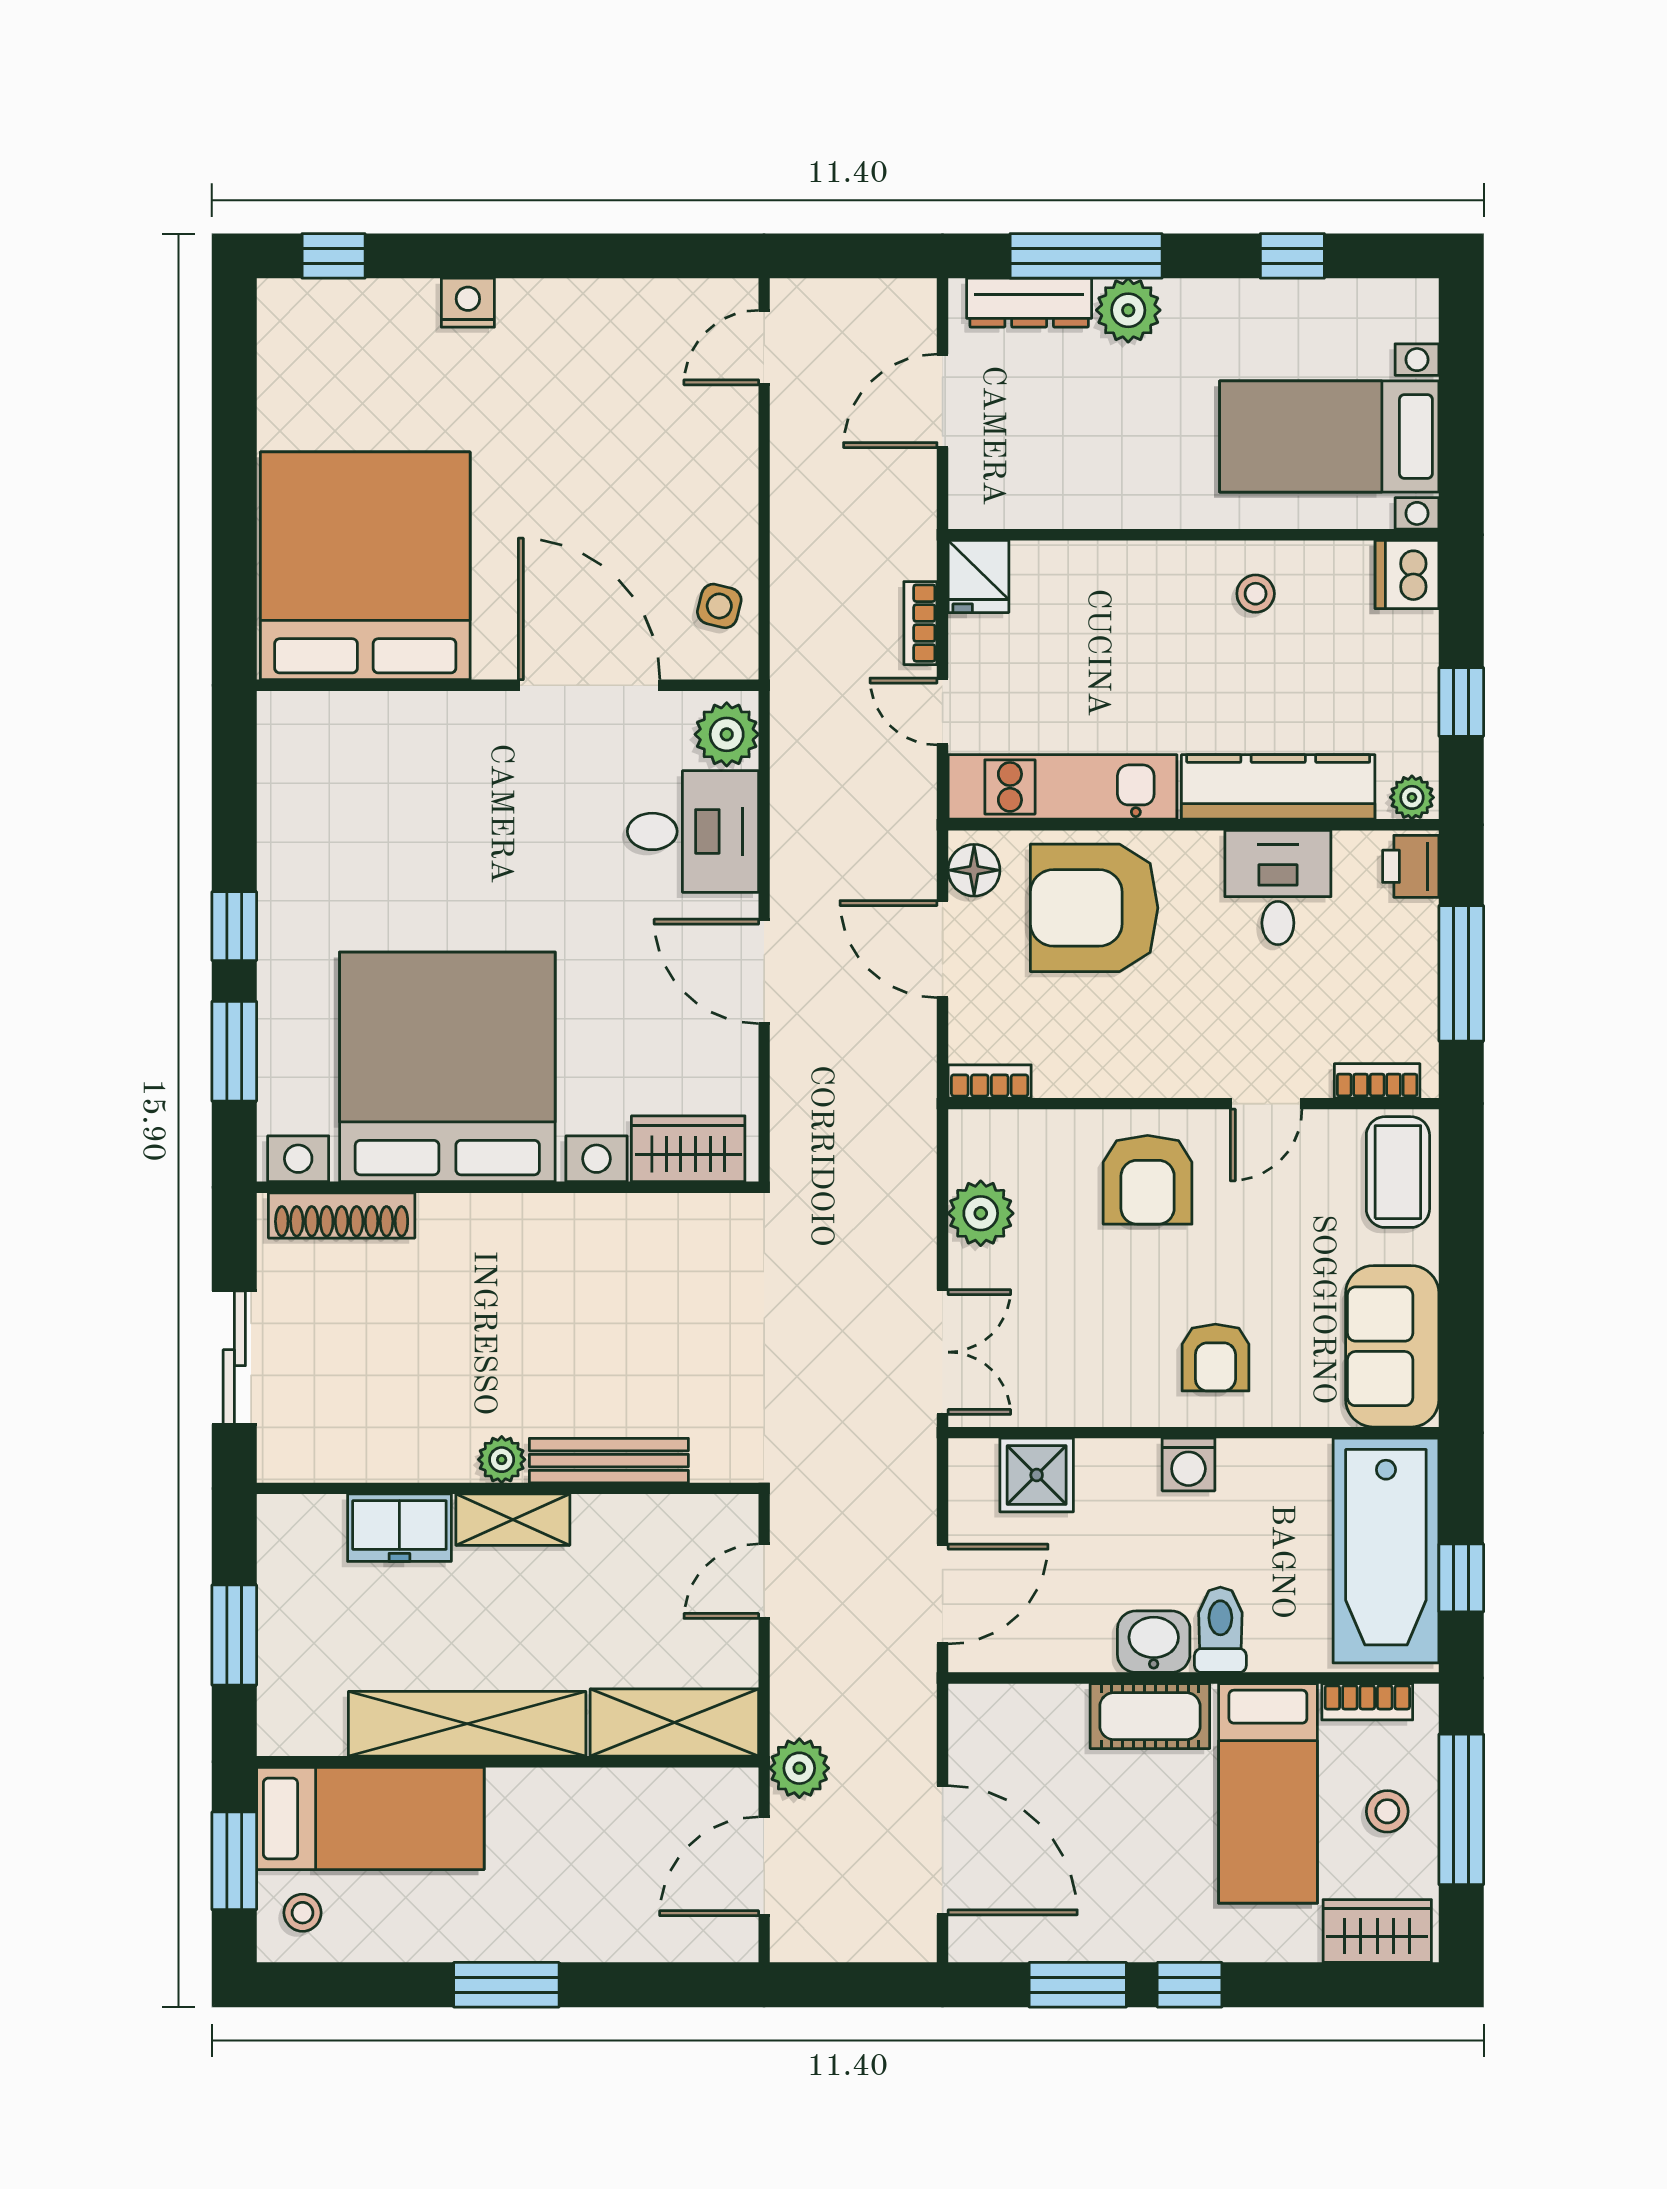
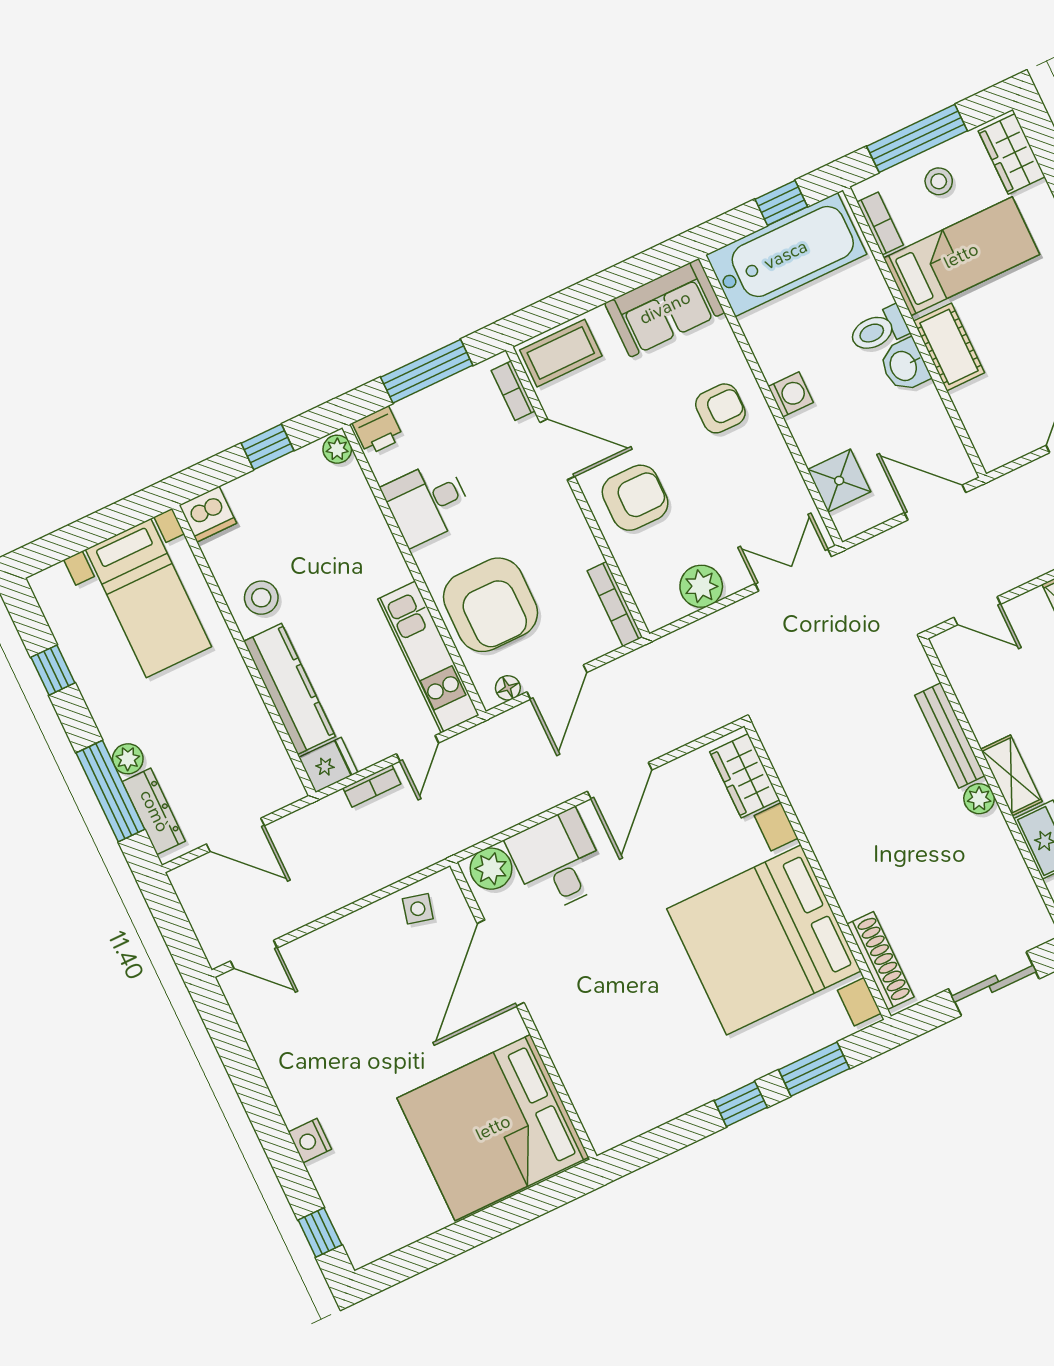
plant: (1128, 310) -> (128, 759), width x0.73, depth x0.73
stool: (1256, 594) -> (261, 598), width x1.37, depth x1.37
kitchen counter: (1278, 787) -> (289, 689), moved, turned 180
floor lamp: (974, 870) -> (508, 688), width x0.73, depth x0.73
bookcase: (990, 1081) -> (615, 604), width x1.56
door: (1266, 1104) -> (557, 449), width x1.38

